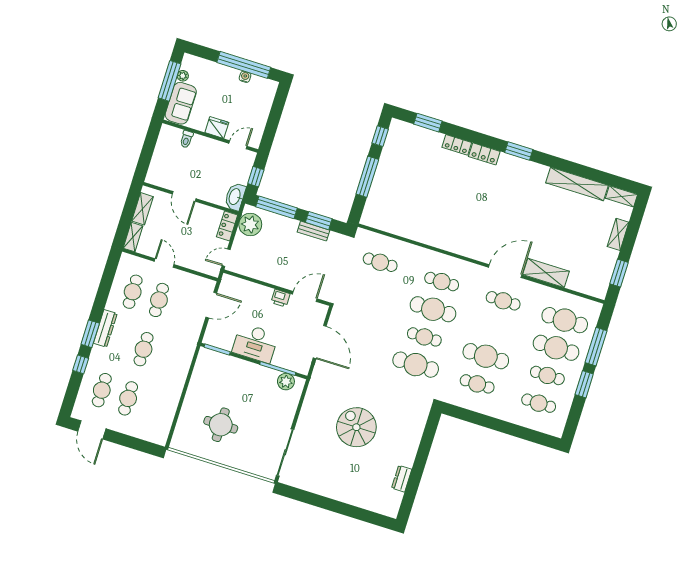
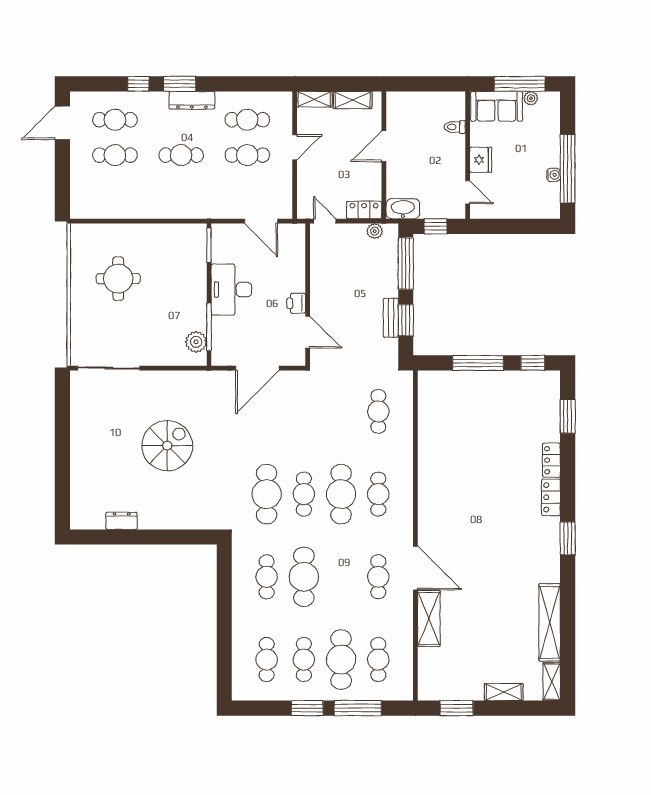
plant: (250, 225) -> (375, 231), width x0.53, depth x0.53
cafe table: (565, 320) -> (378, 660), width x0.73, depth x0.74

